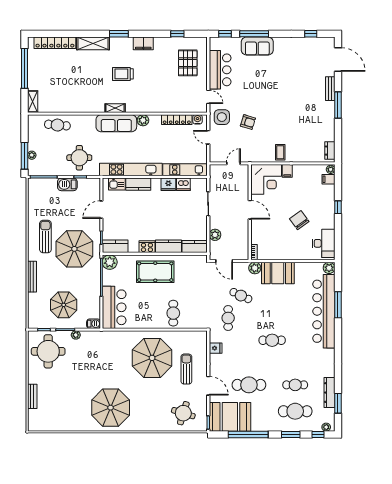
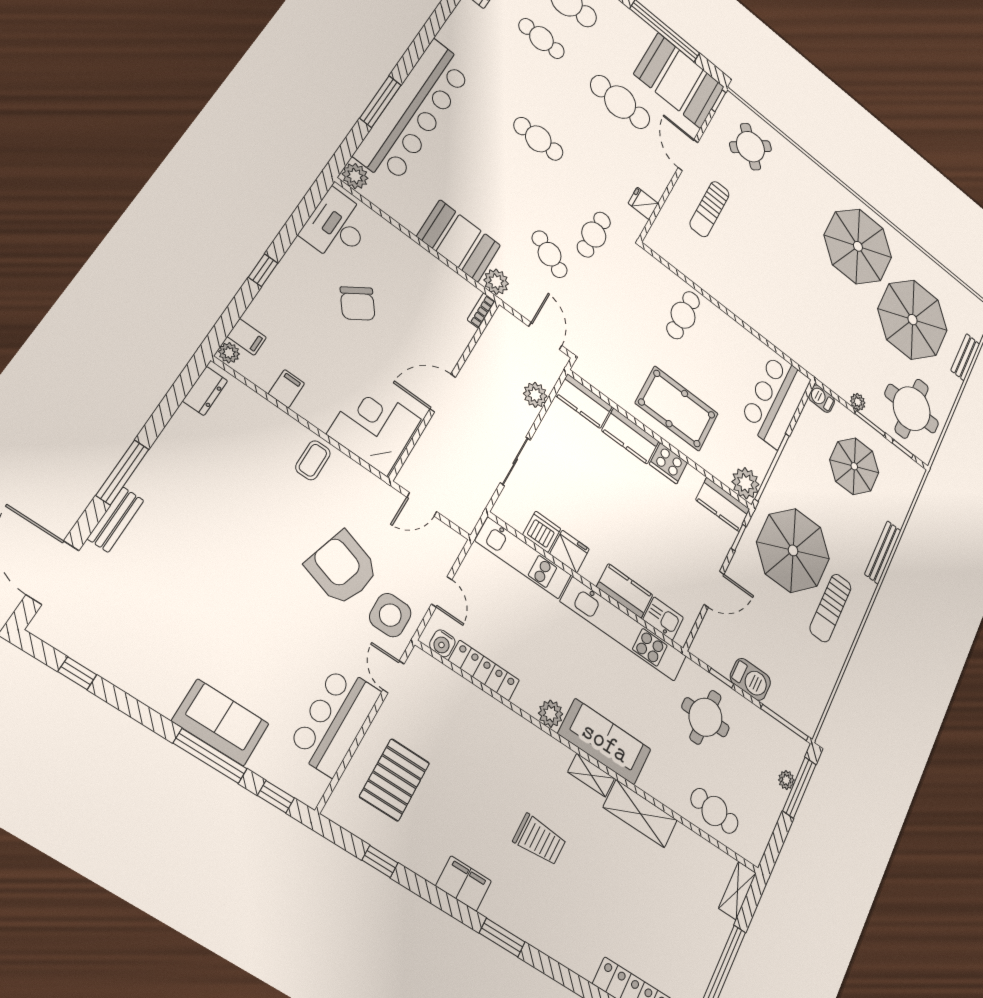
shelving: (93, 43) -> (640, 814), moved
armchair: (248, 122) -> (342, 568), width x1.88, depth x1.88
filing cabinet: (287, 171) -> (286, 389), moved
door: (250, 210) -> (443, 393), hinge flipped
parasol: (152, 358) -> (913, 320), moved
round table: (183, 413) -> (751, 147), turned 30

